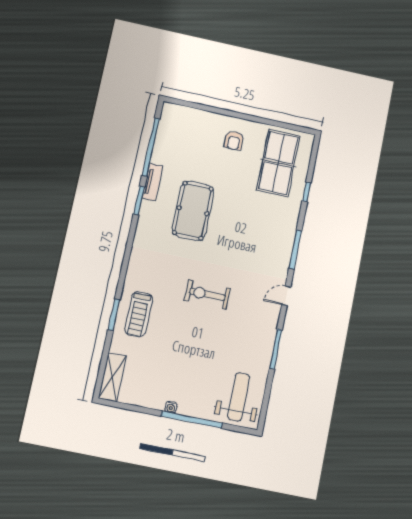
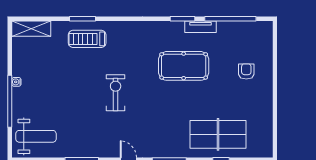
armchair: (234, 140) -> (246, 71), moved, turned 90
table tennis table: (278, 163) -> (218, 134), moved

